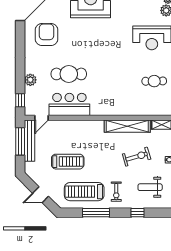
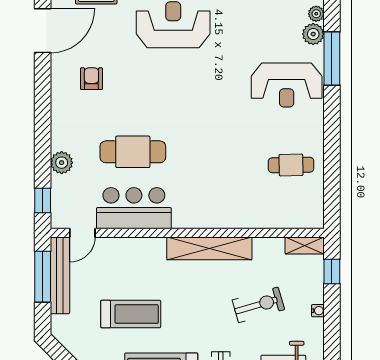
armchair: (46, 34) -> (91, 79), width x0.53, depth x0.53
shelving: (127, 126) -> (209, 248), moved

